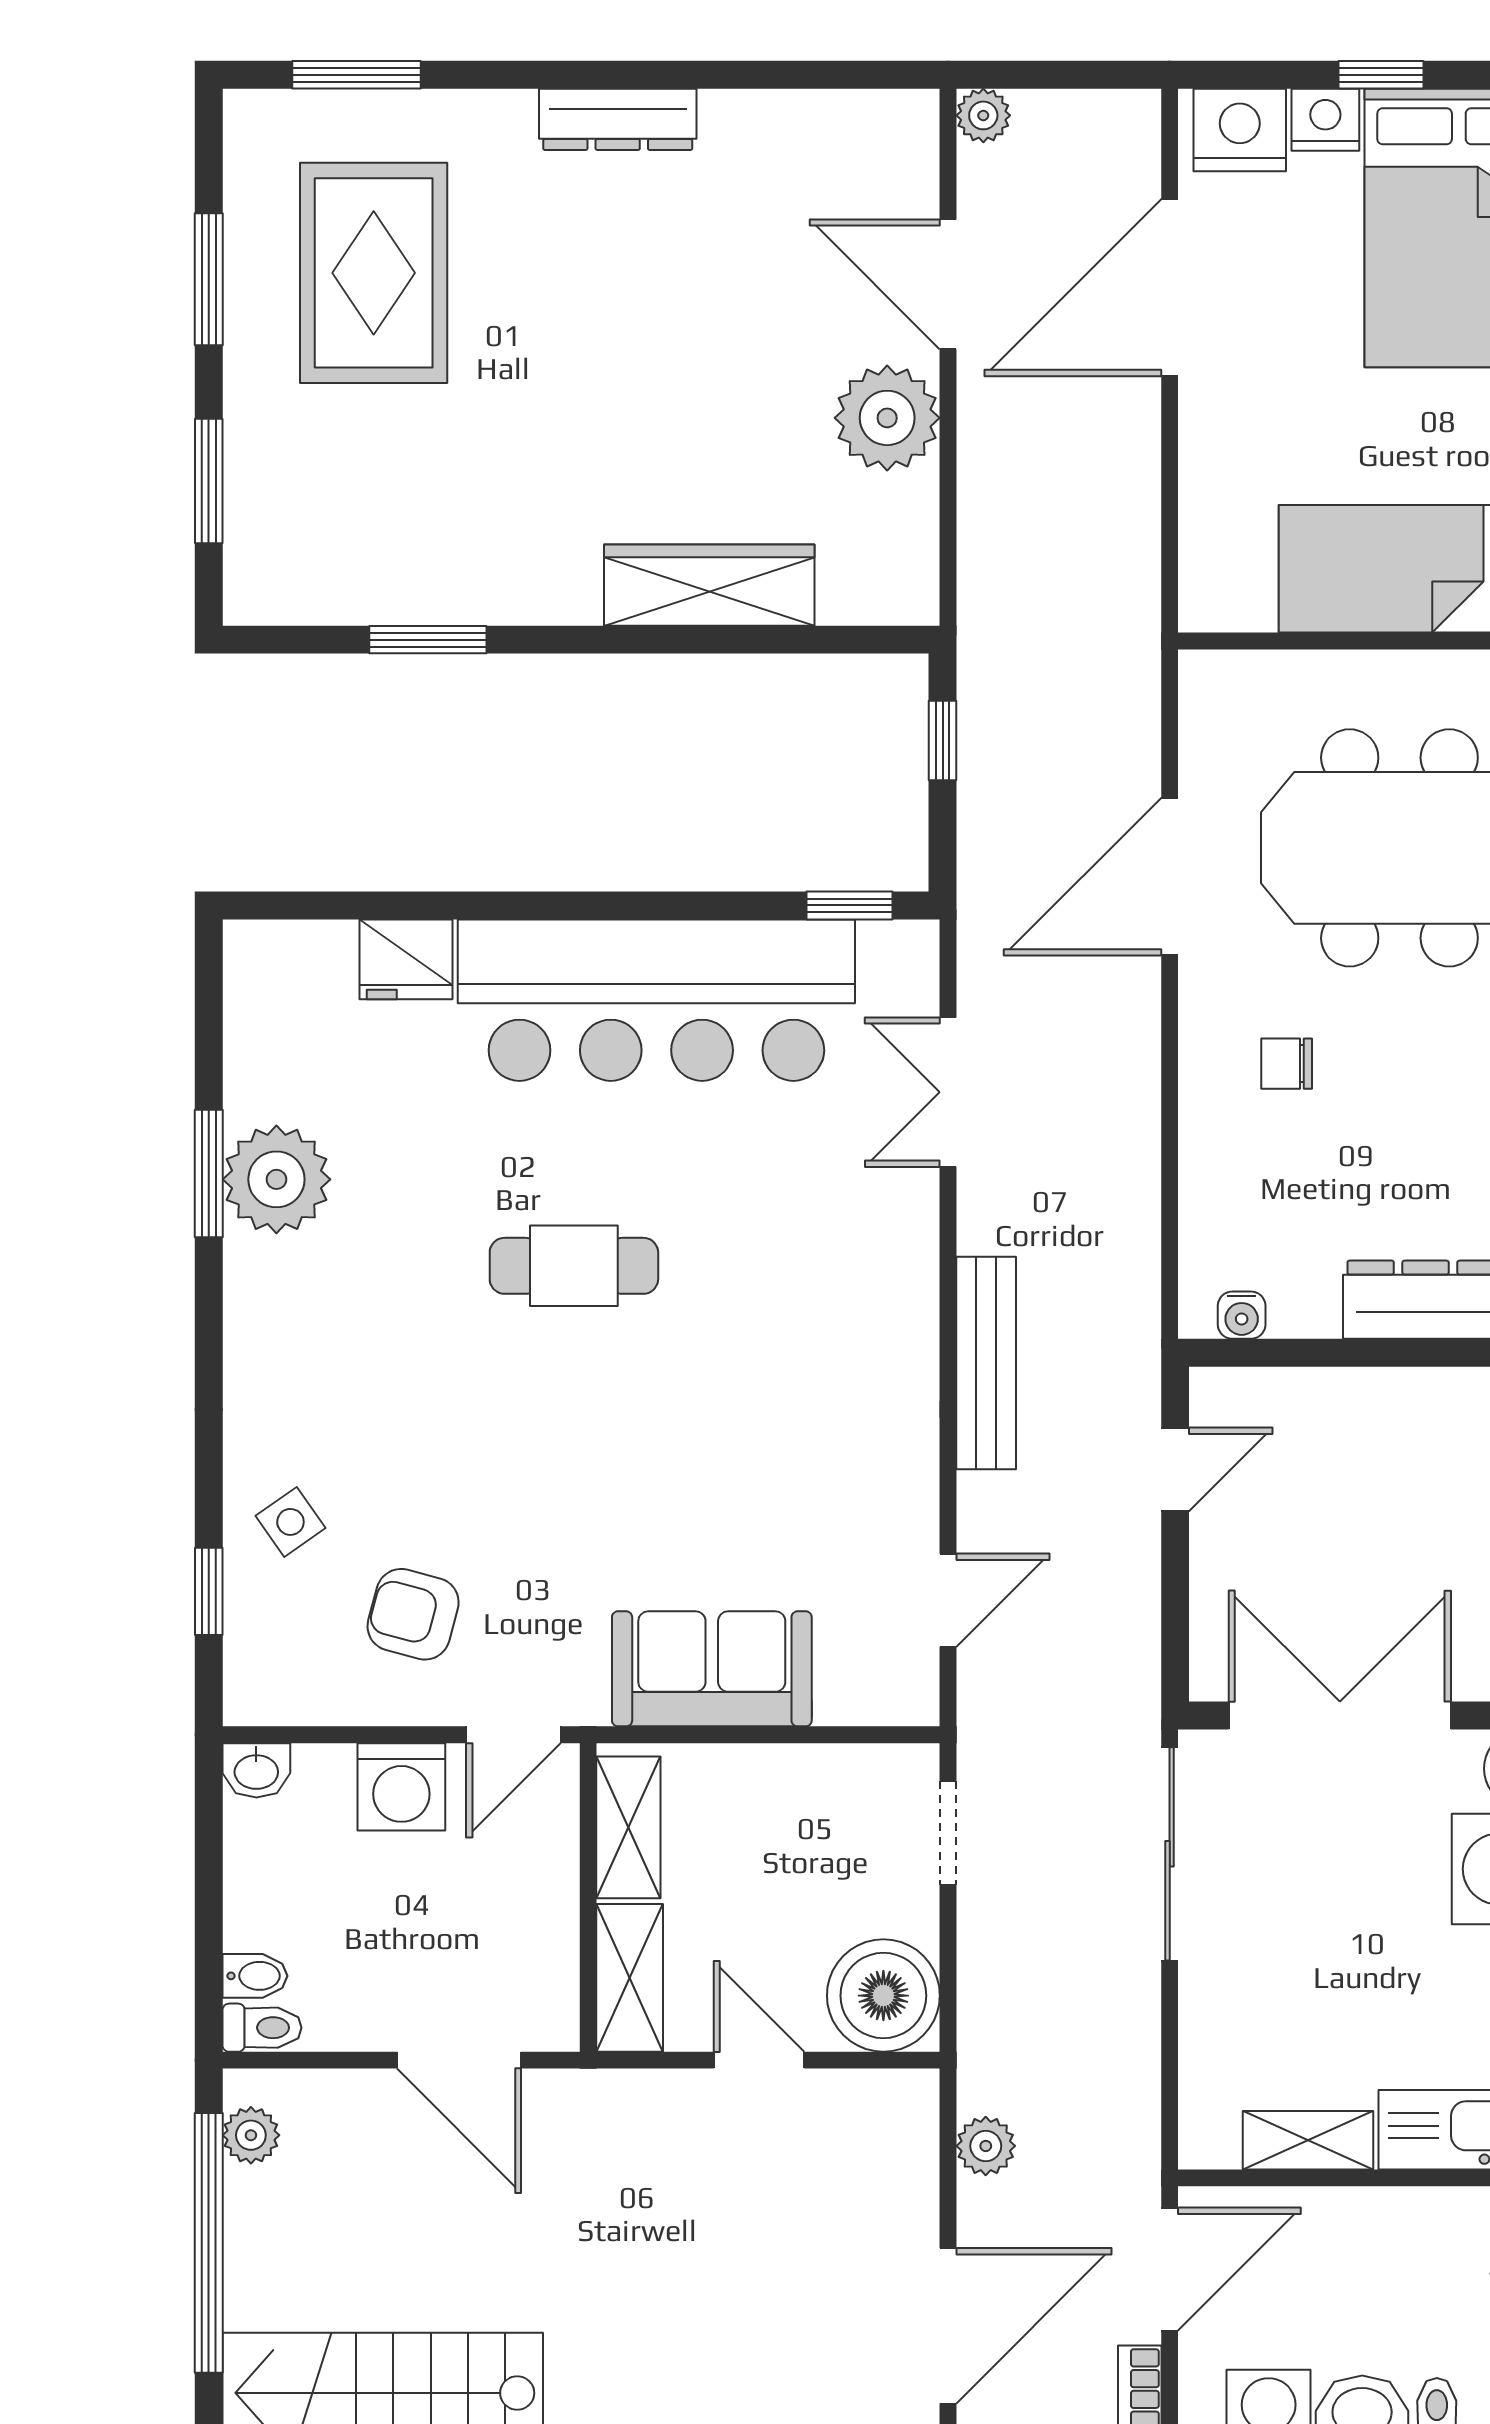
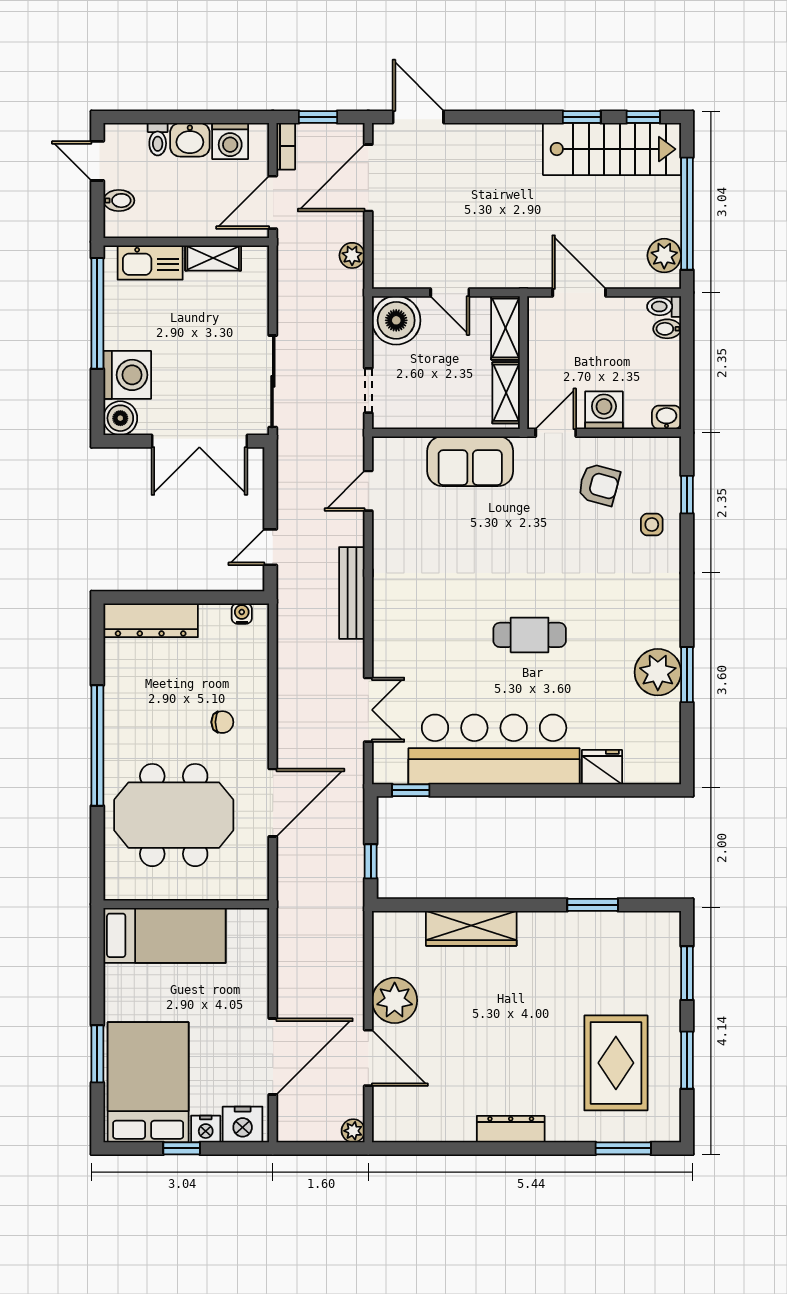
side table: (290, 1522) -> (652, 524), turned 35
plant: (251, 2135) -> (664, 256), width x1.38, depth x1.38

